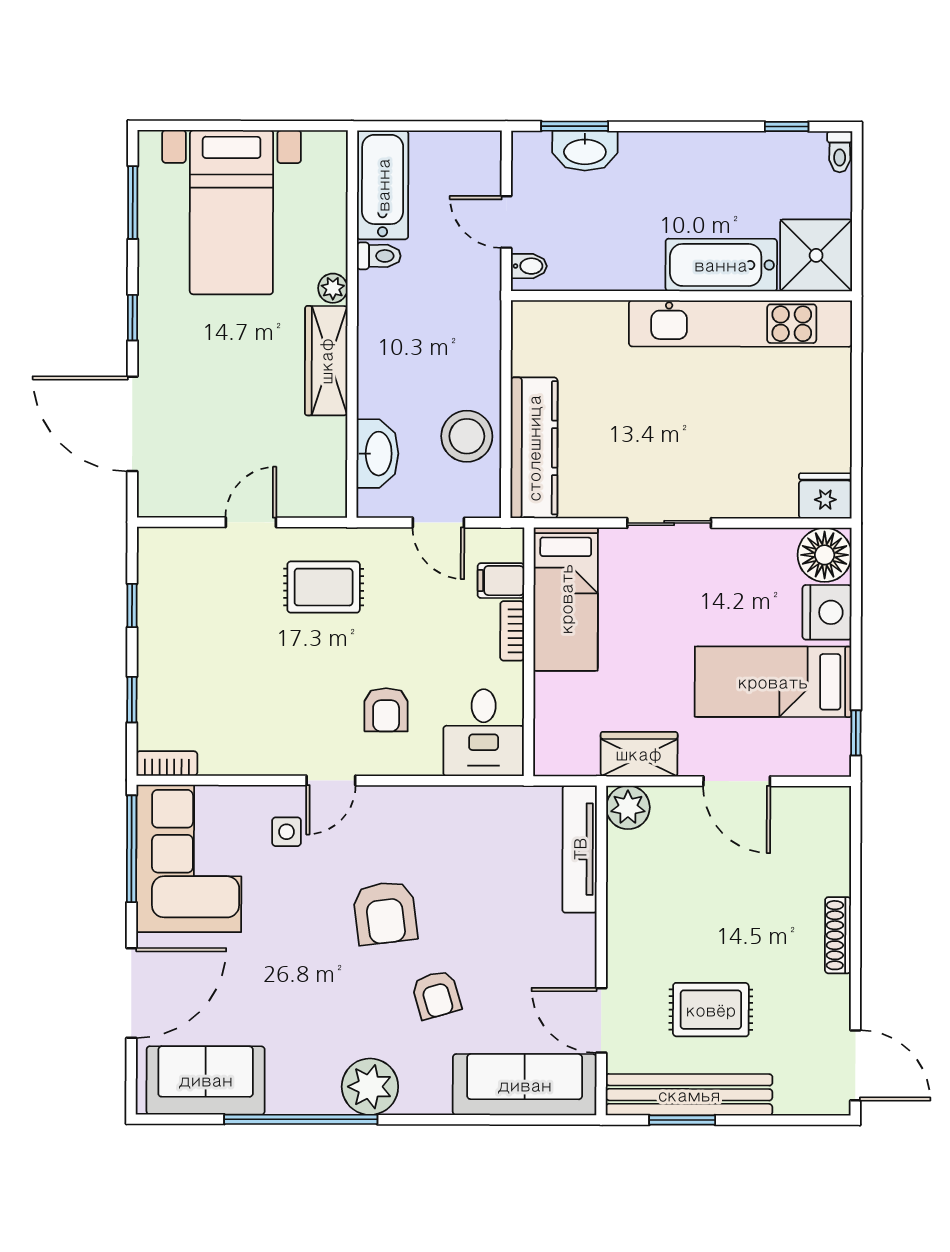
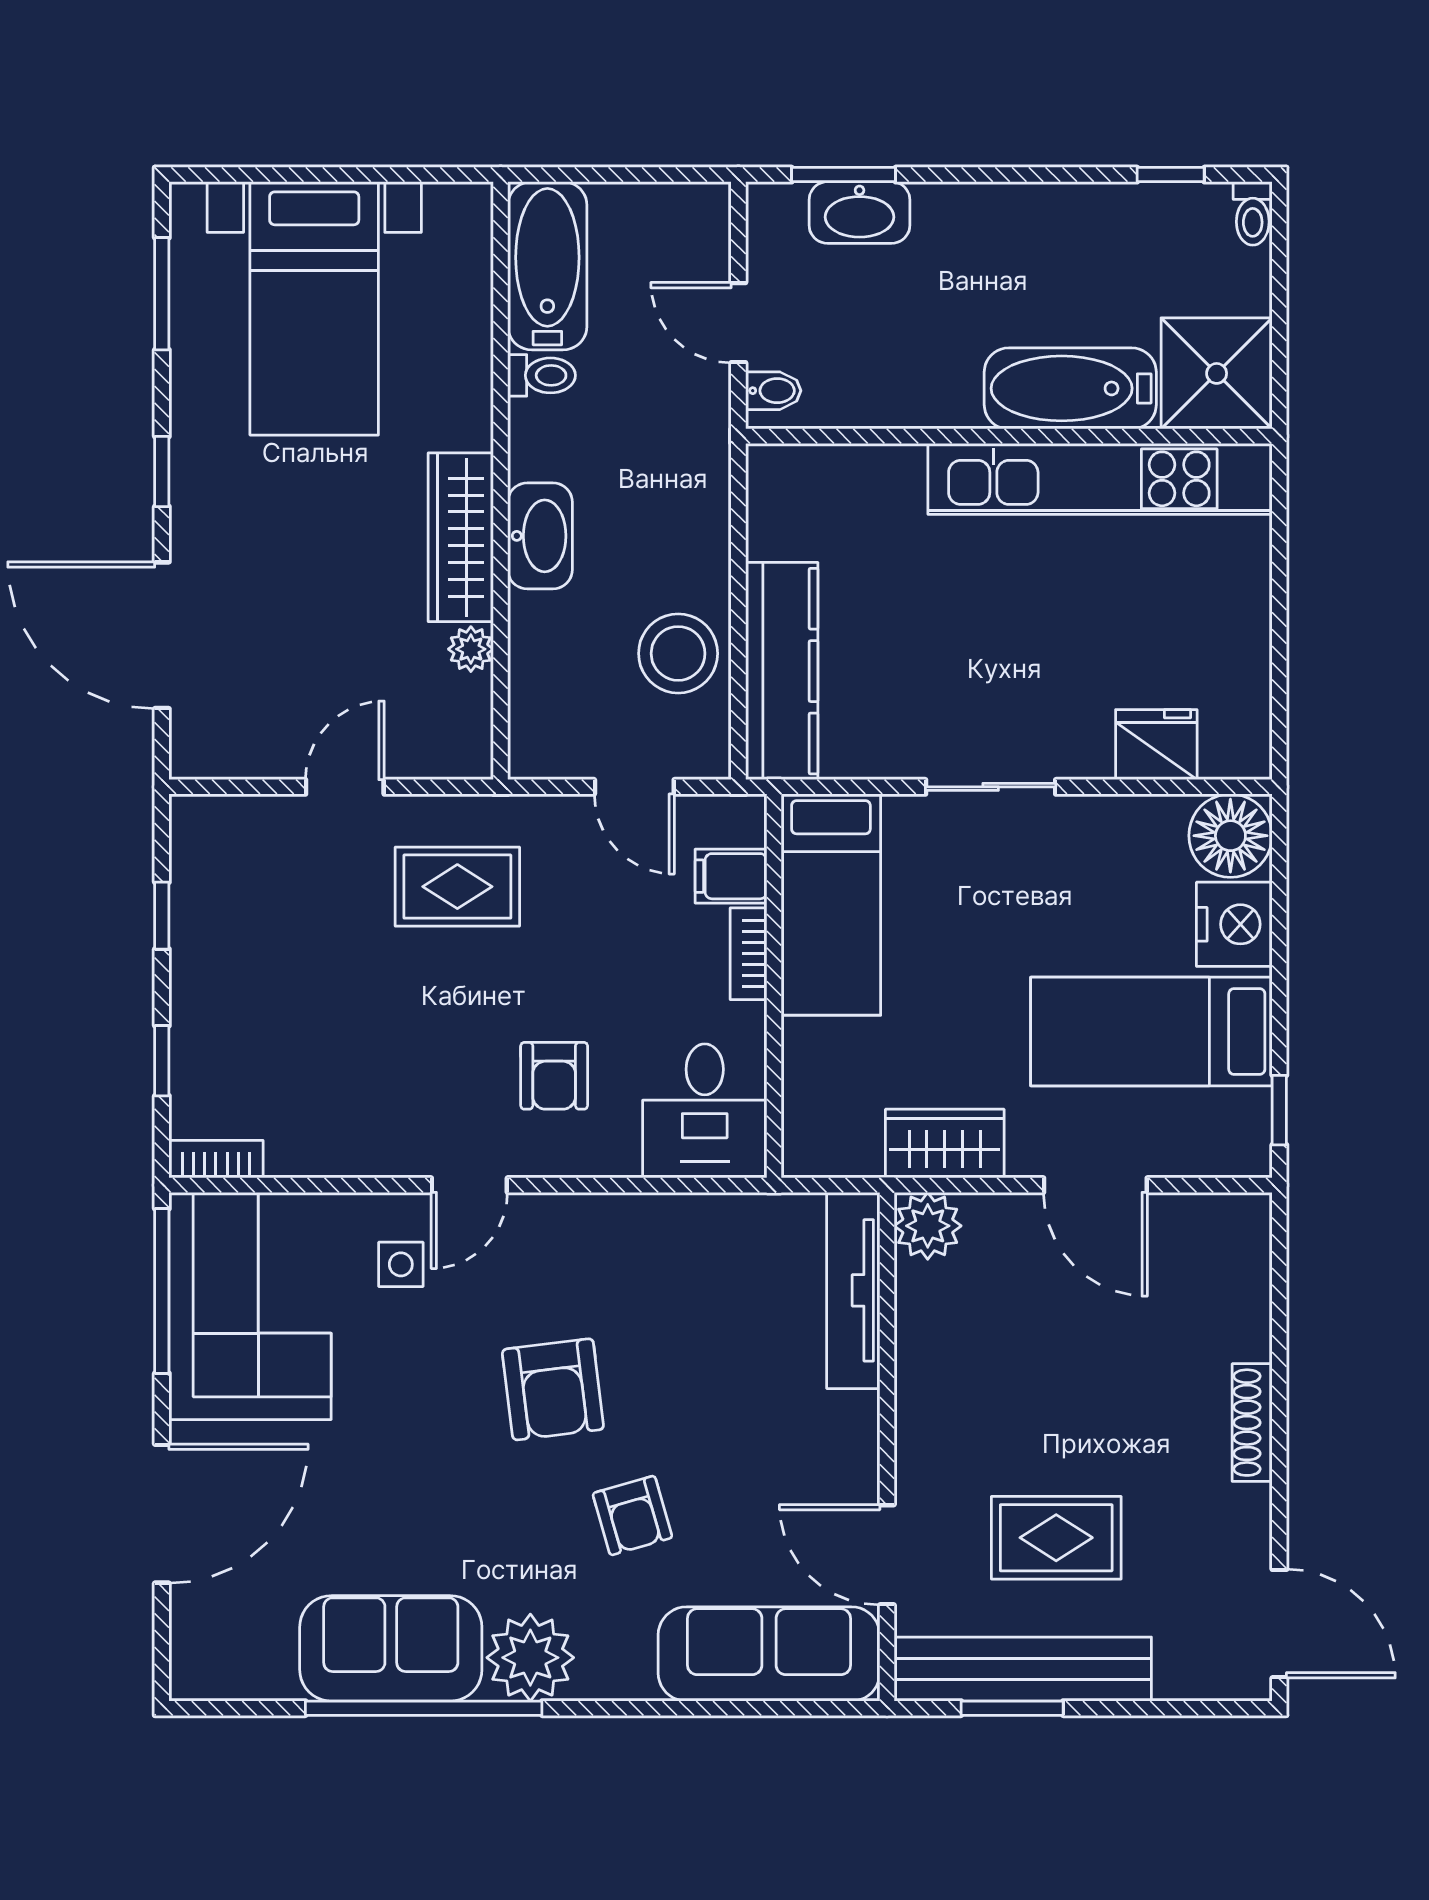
plant: (333, 288) -> (471, 649), moved
washbasin: (377, 454) -> (540, 536), moved
fridge: (825, 496) -> (1156, 745), moved
sofa: (206, 1080) -> (391, 1648), moved

